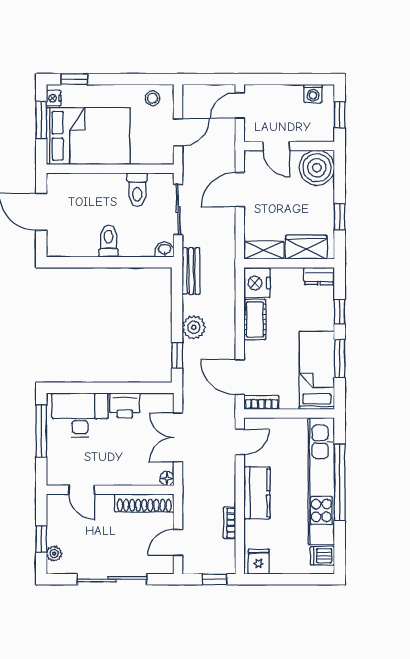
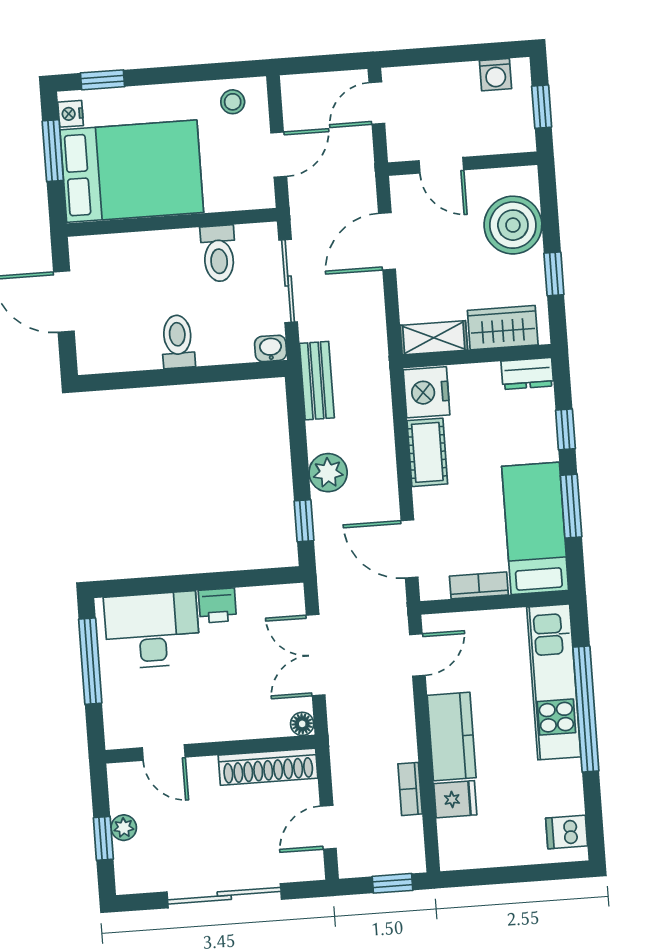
boiler: (317, 168) -> (513, 225), moved
bookcase: (261, 402) -> (479, 585), moved
printer: (125, 405) -> (217, 605), width x0.73, depth x0.81
kitchen unit: (321, 481) -> (554, 682), width x0.73
plant: (54, 554) -> (124, 828), moved
fridge: (259, 562) -> (455, 799), moved, turned 90

